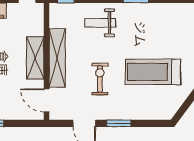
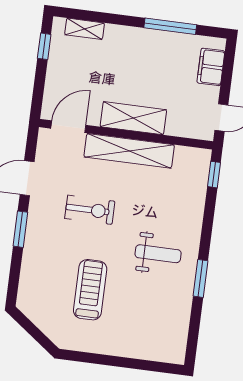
weight bench: (100, 23) -> (158, 254), moved, turned 90
treadmill: (153, 72) -> (90, 290), width x0.73, depth x0.73

